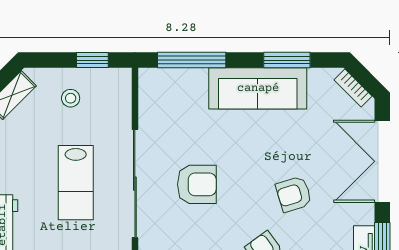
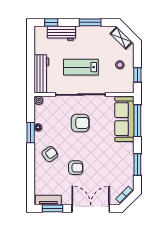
sofa: (258, 88) -> (124, 119), moved
armchair: (197, 184) -> (80, 123), turned -90
armchair: (294, 194) -> (76, 168), turned 107

